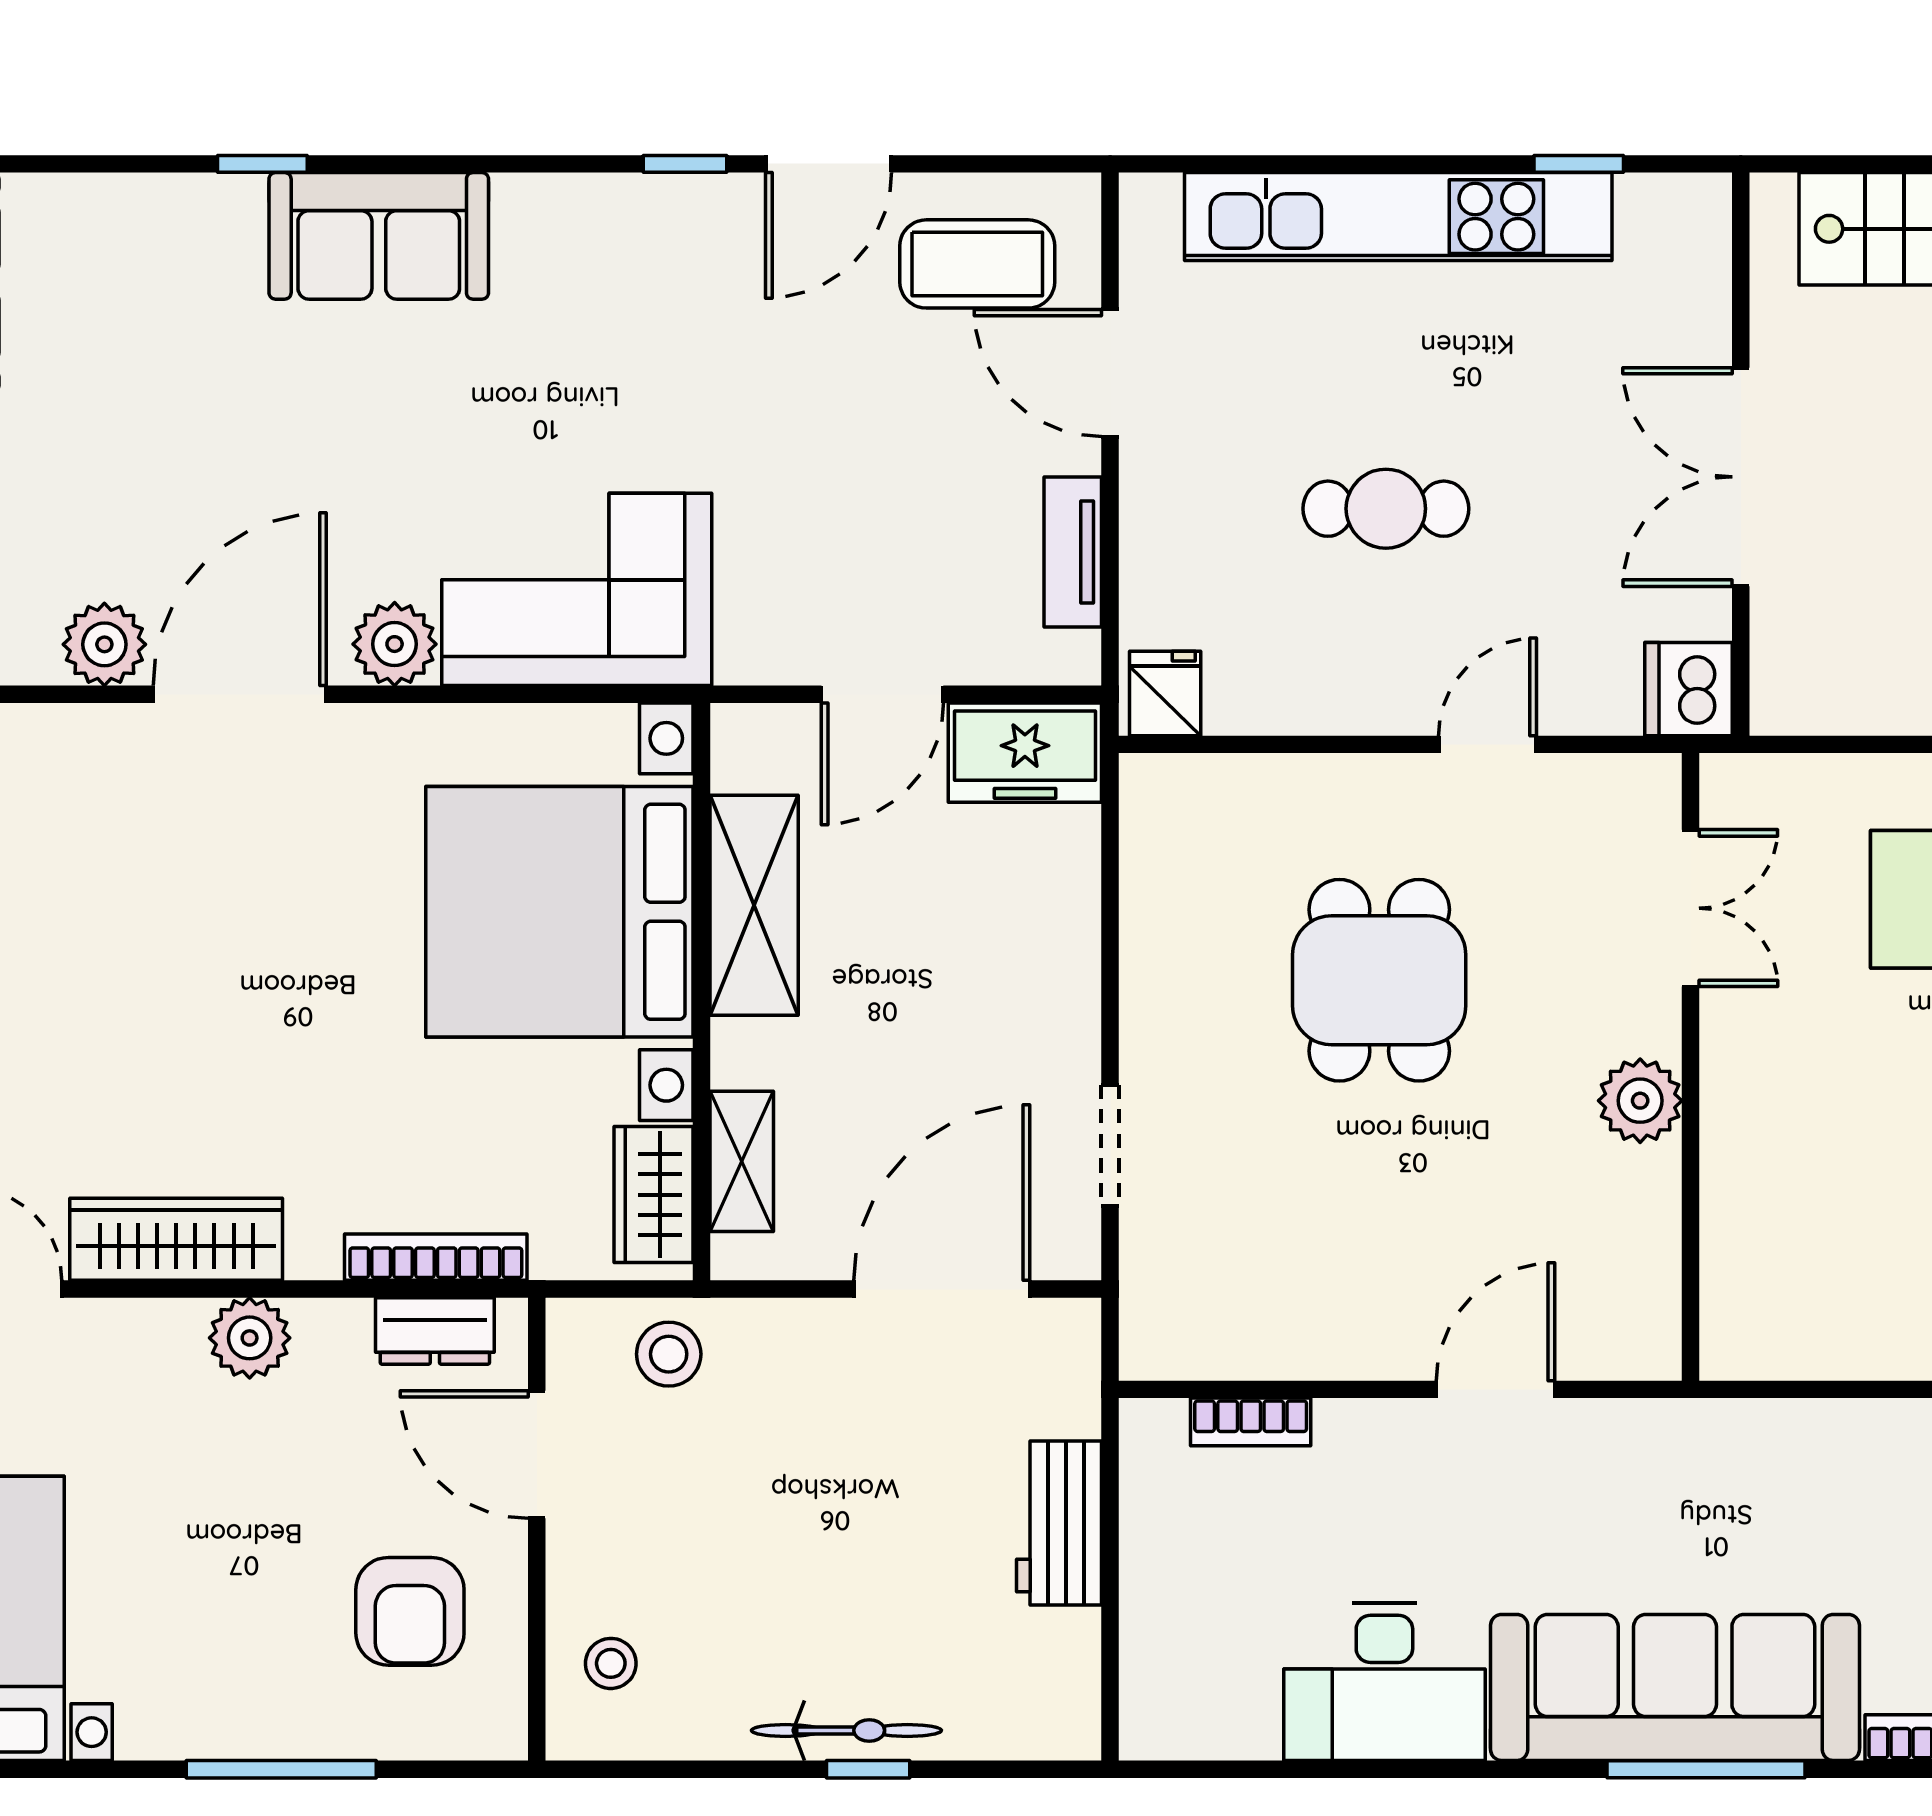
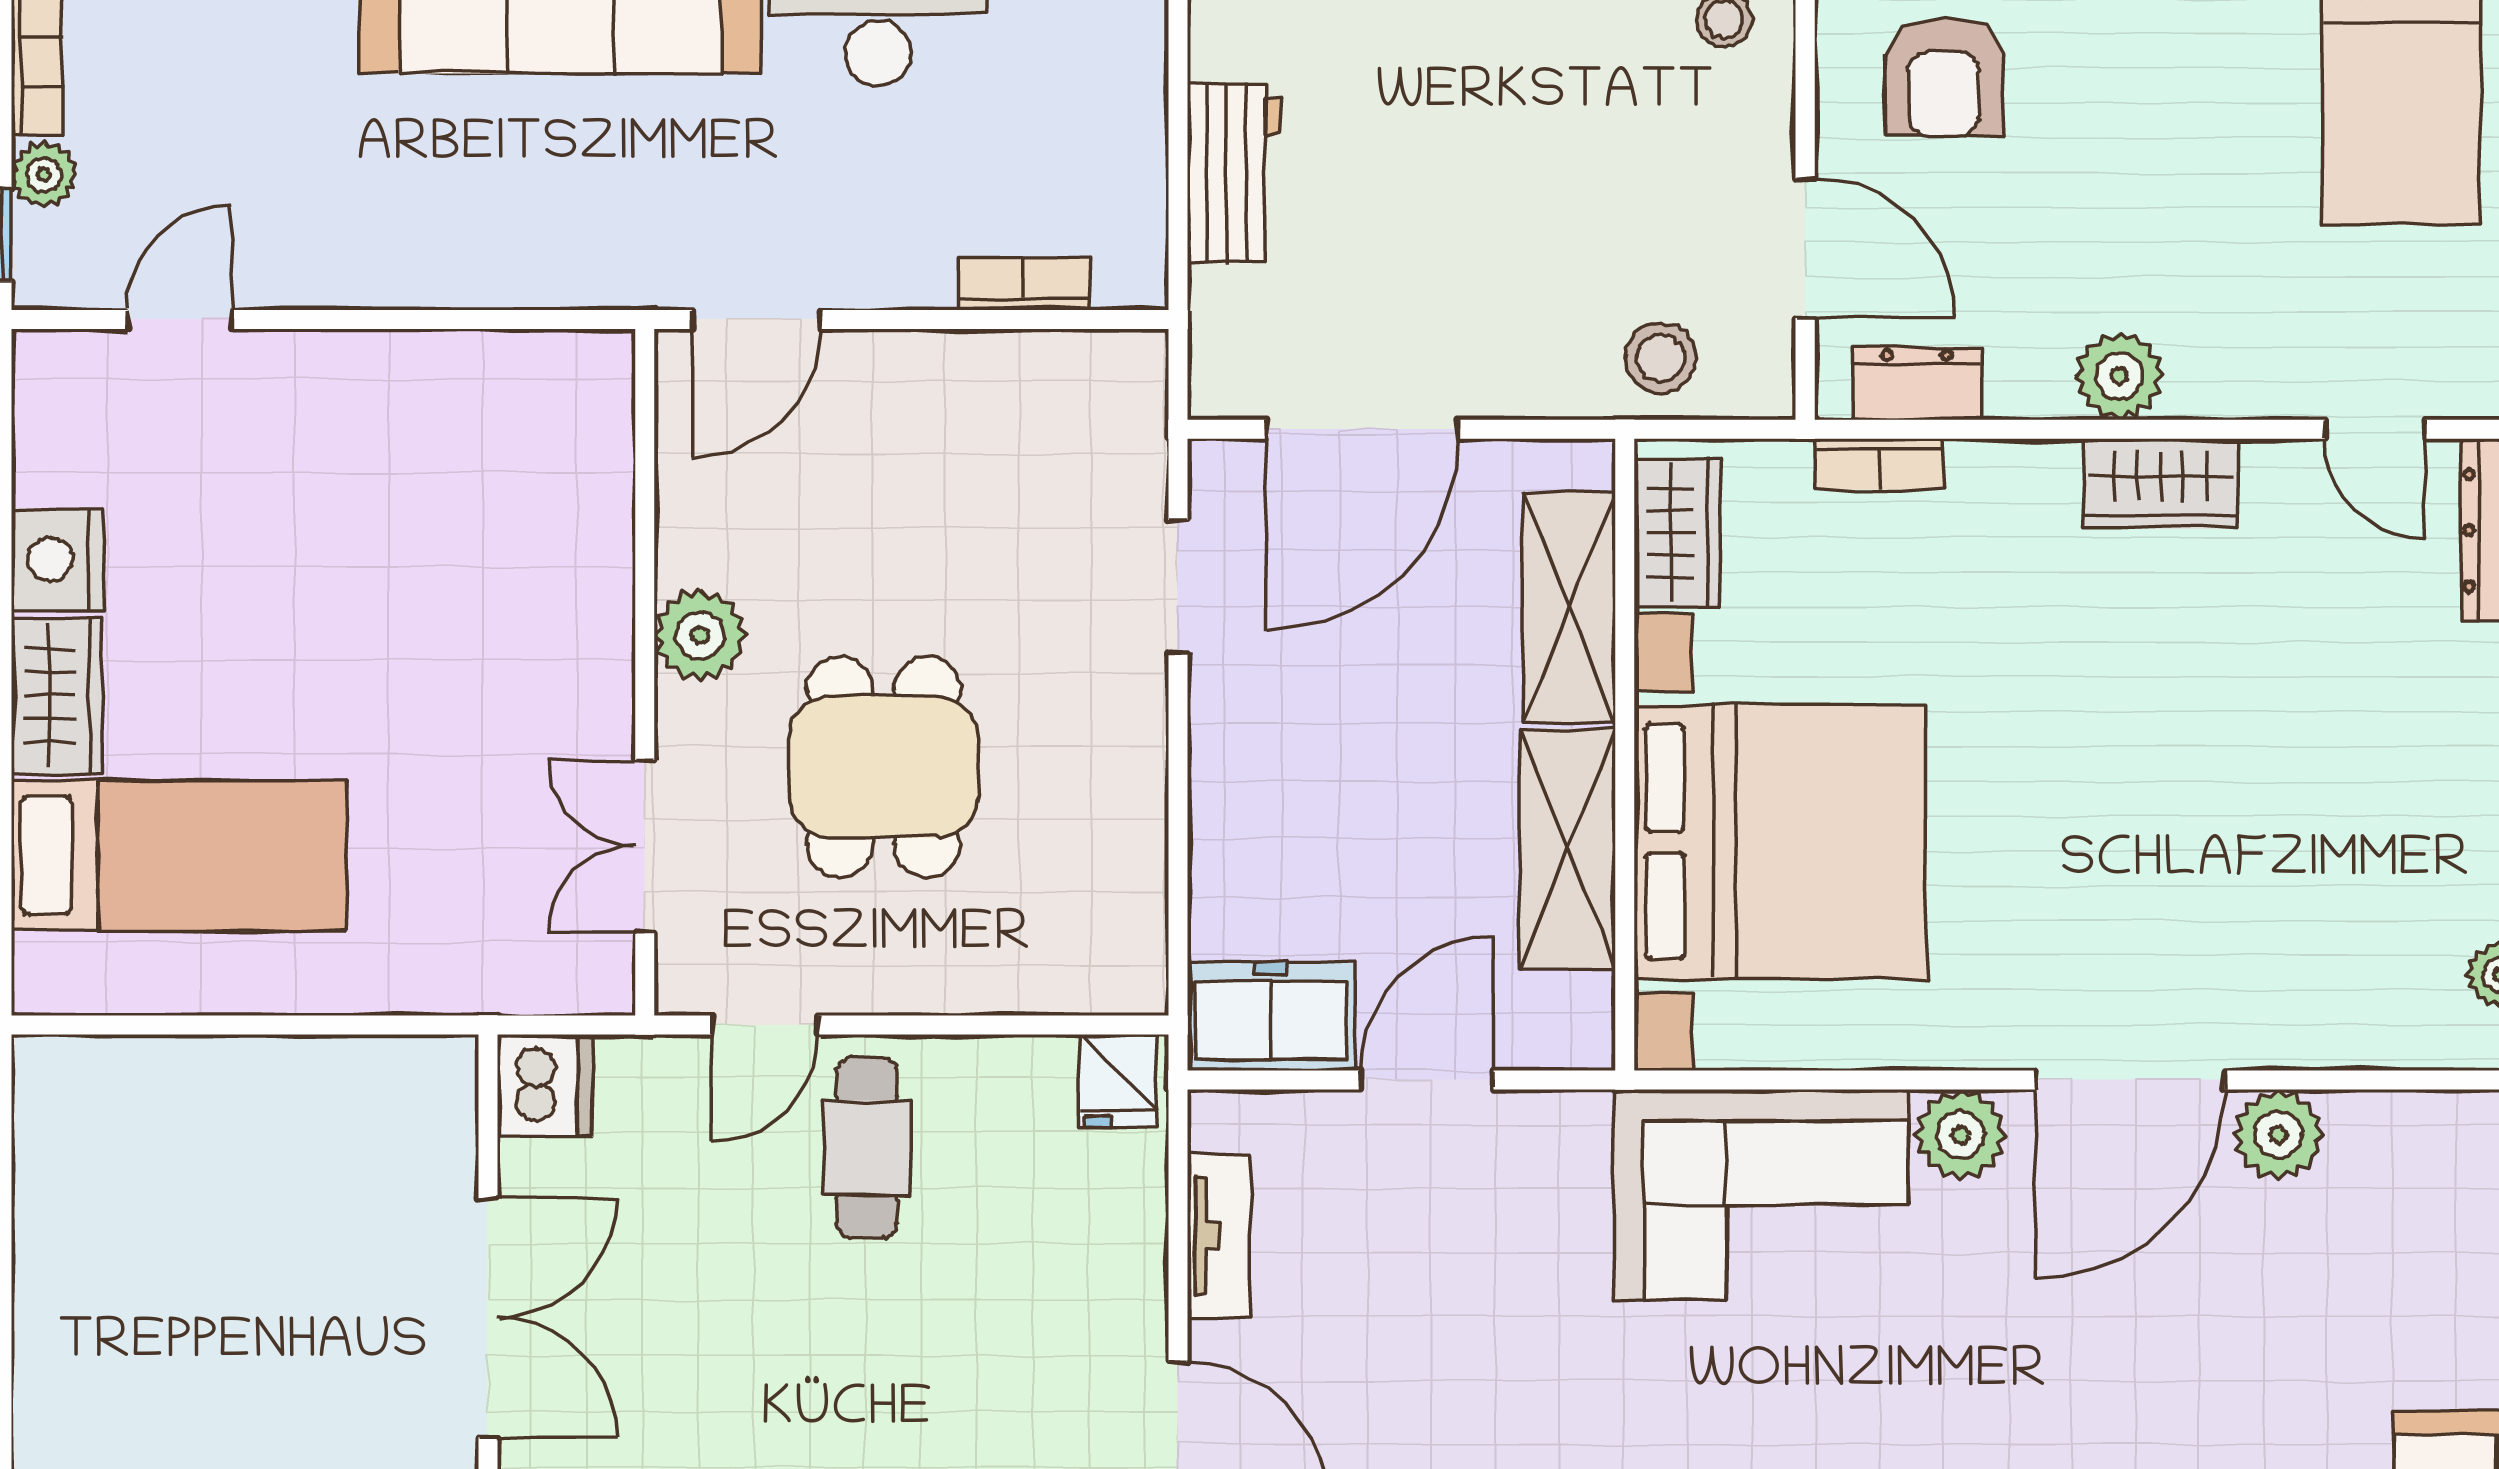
cafe table: (1386, 509) -> (867, 1148), moved, turned 90
double door: (1691, 908) -> (645, 846), moved
wall: (1691, 1067) -> (645, 672), moved
plant: (1640, 1101) -> (700, 635), moved
shelving: (742, 1161) -> (1569, 607), width x1.50, depth x1.33
wardrobe: (176, 1239) -> (2161, 484), width x0.67
bookcase: (436, 1257) -> (1880, 464), width x0.64
armchair: (410, 1611) -> (1944, 77), turned 180

